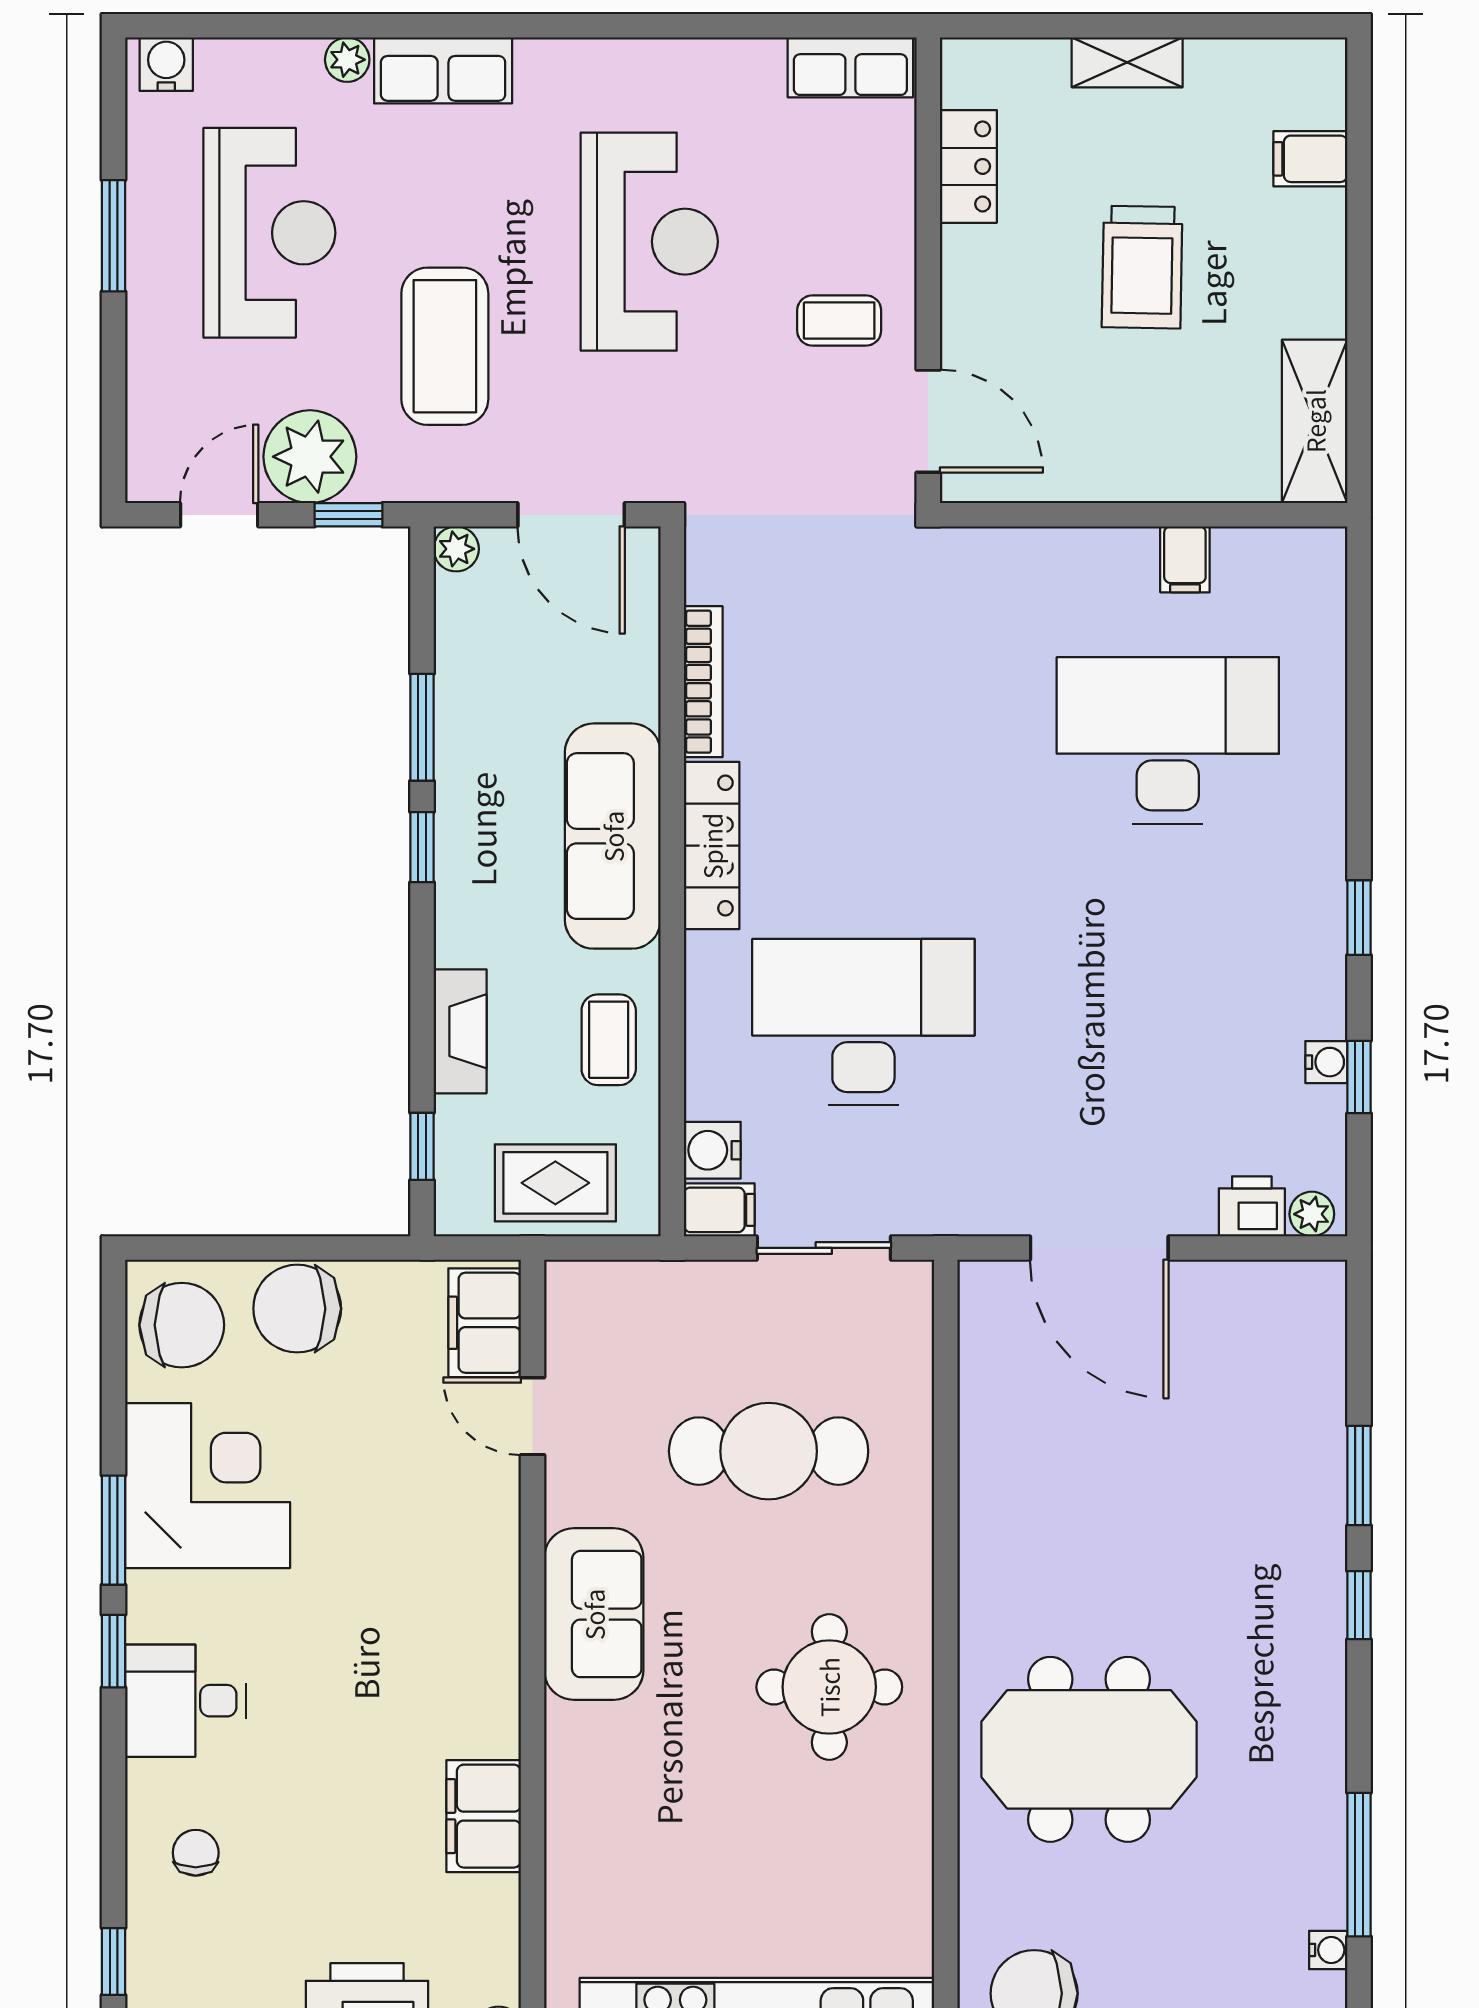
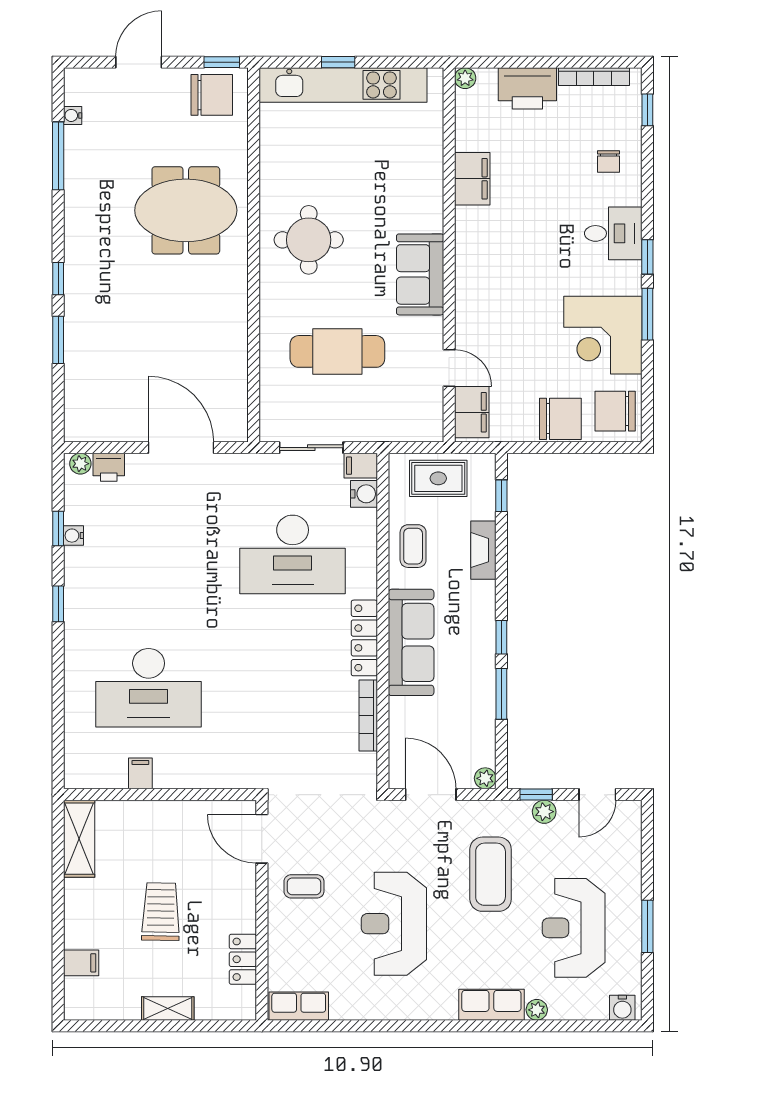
plant: (310, 457) -> (544, 812), width x0.53, depth x0.53

